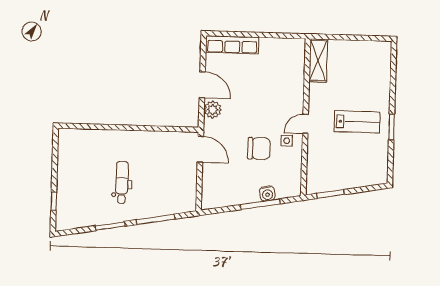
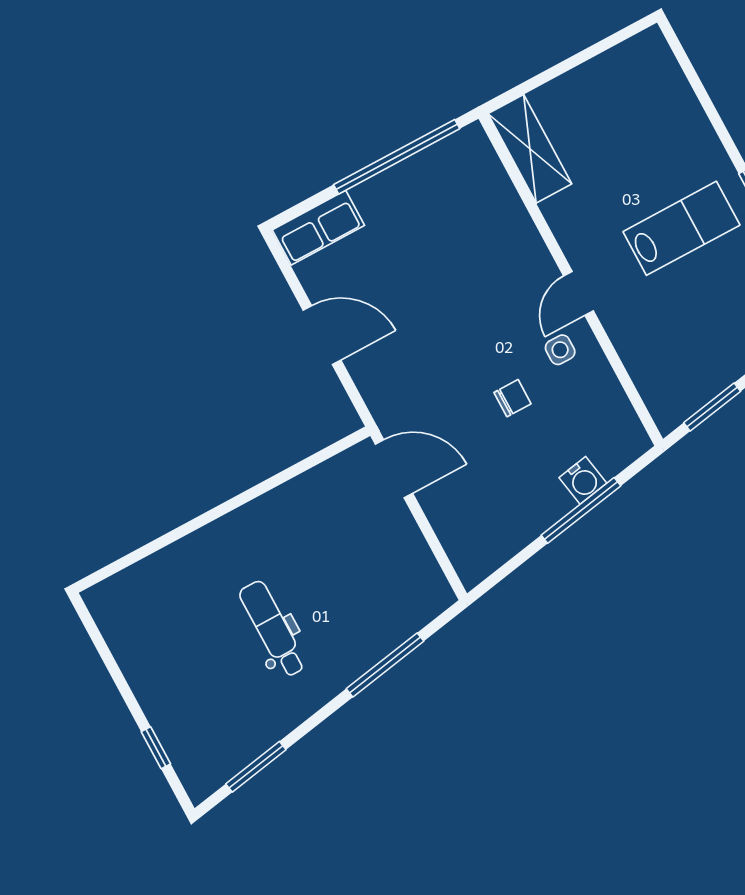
window: (268, 35) -> (397, 157), added
row of seats: (232, 45) -> (318, 228), width x0.68
plant: (213, 109) -> (372, 373), removed
chair: (259, 148) -> (513, 398), width x0.54, depth x0.54
window: (110, 226) -> (256, 767), moved

